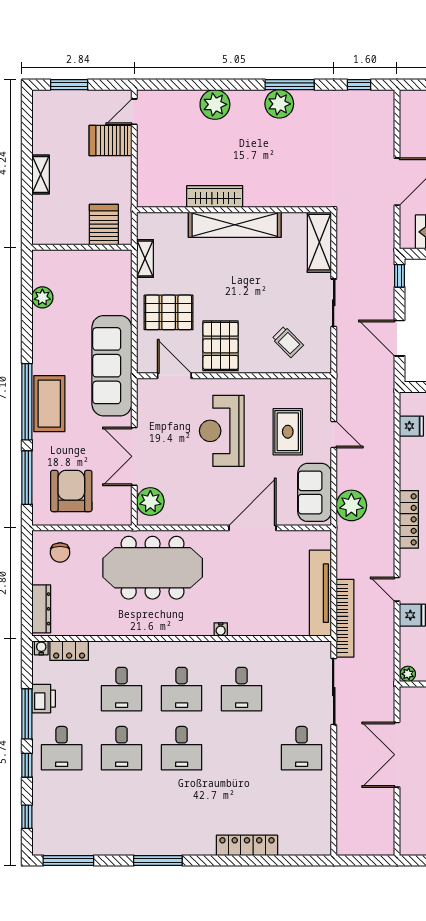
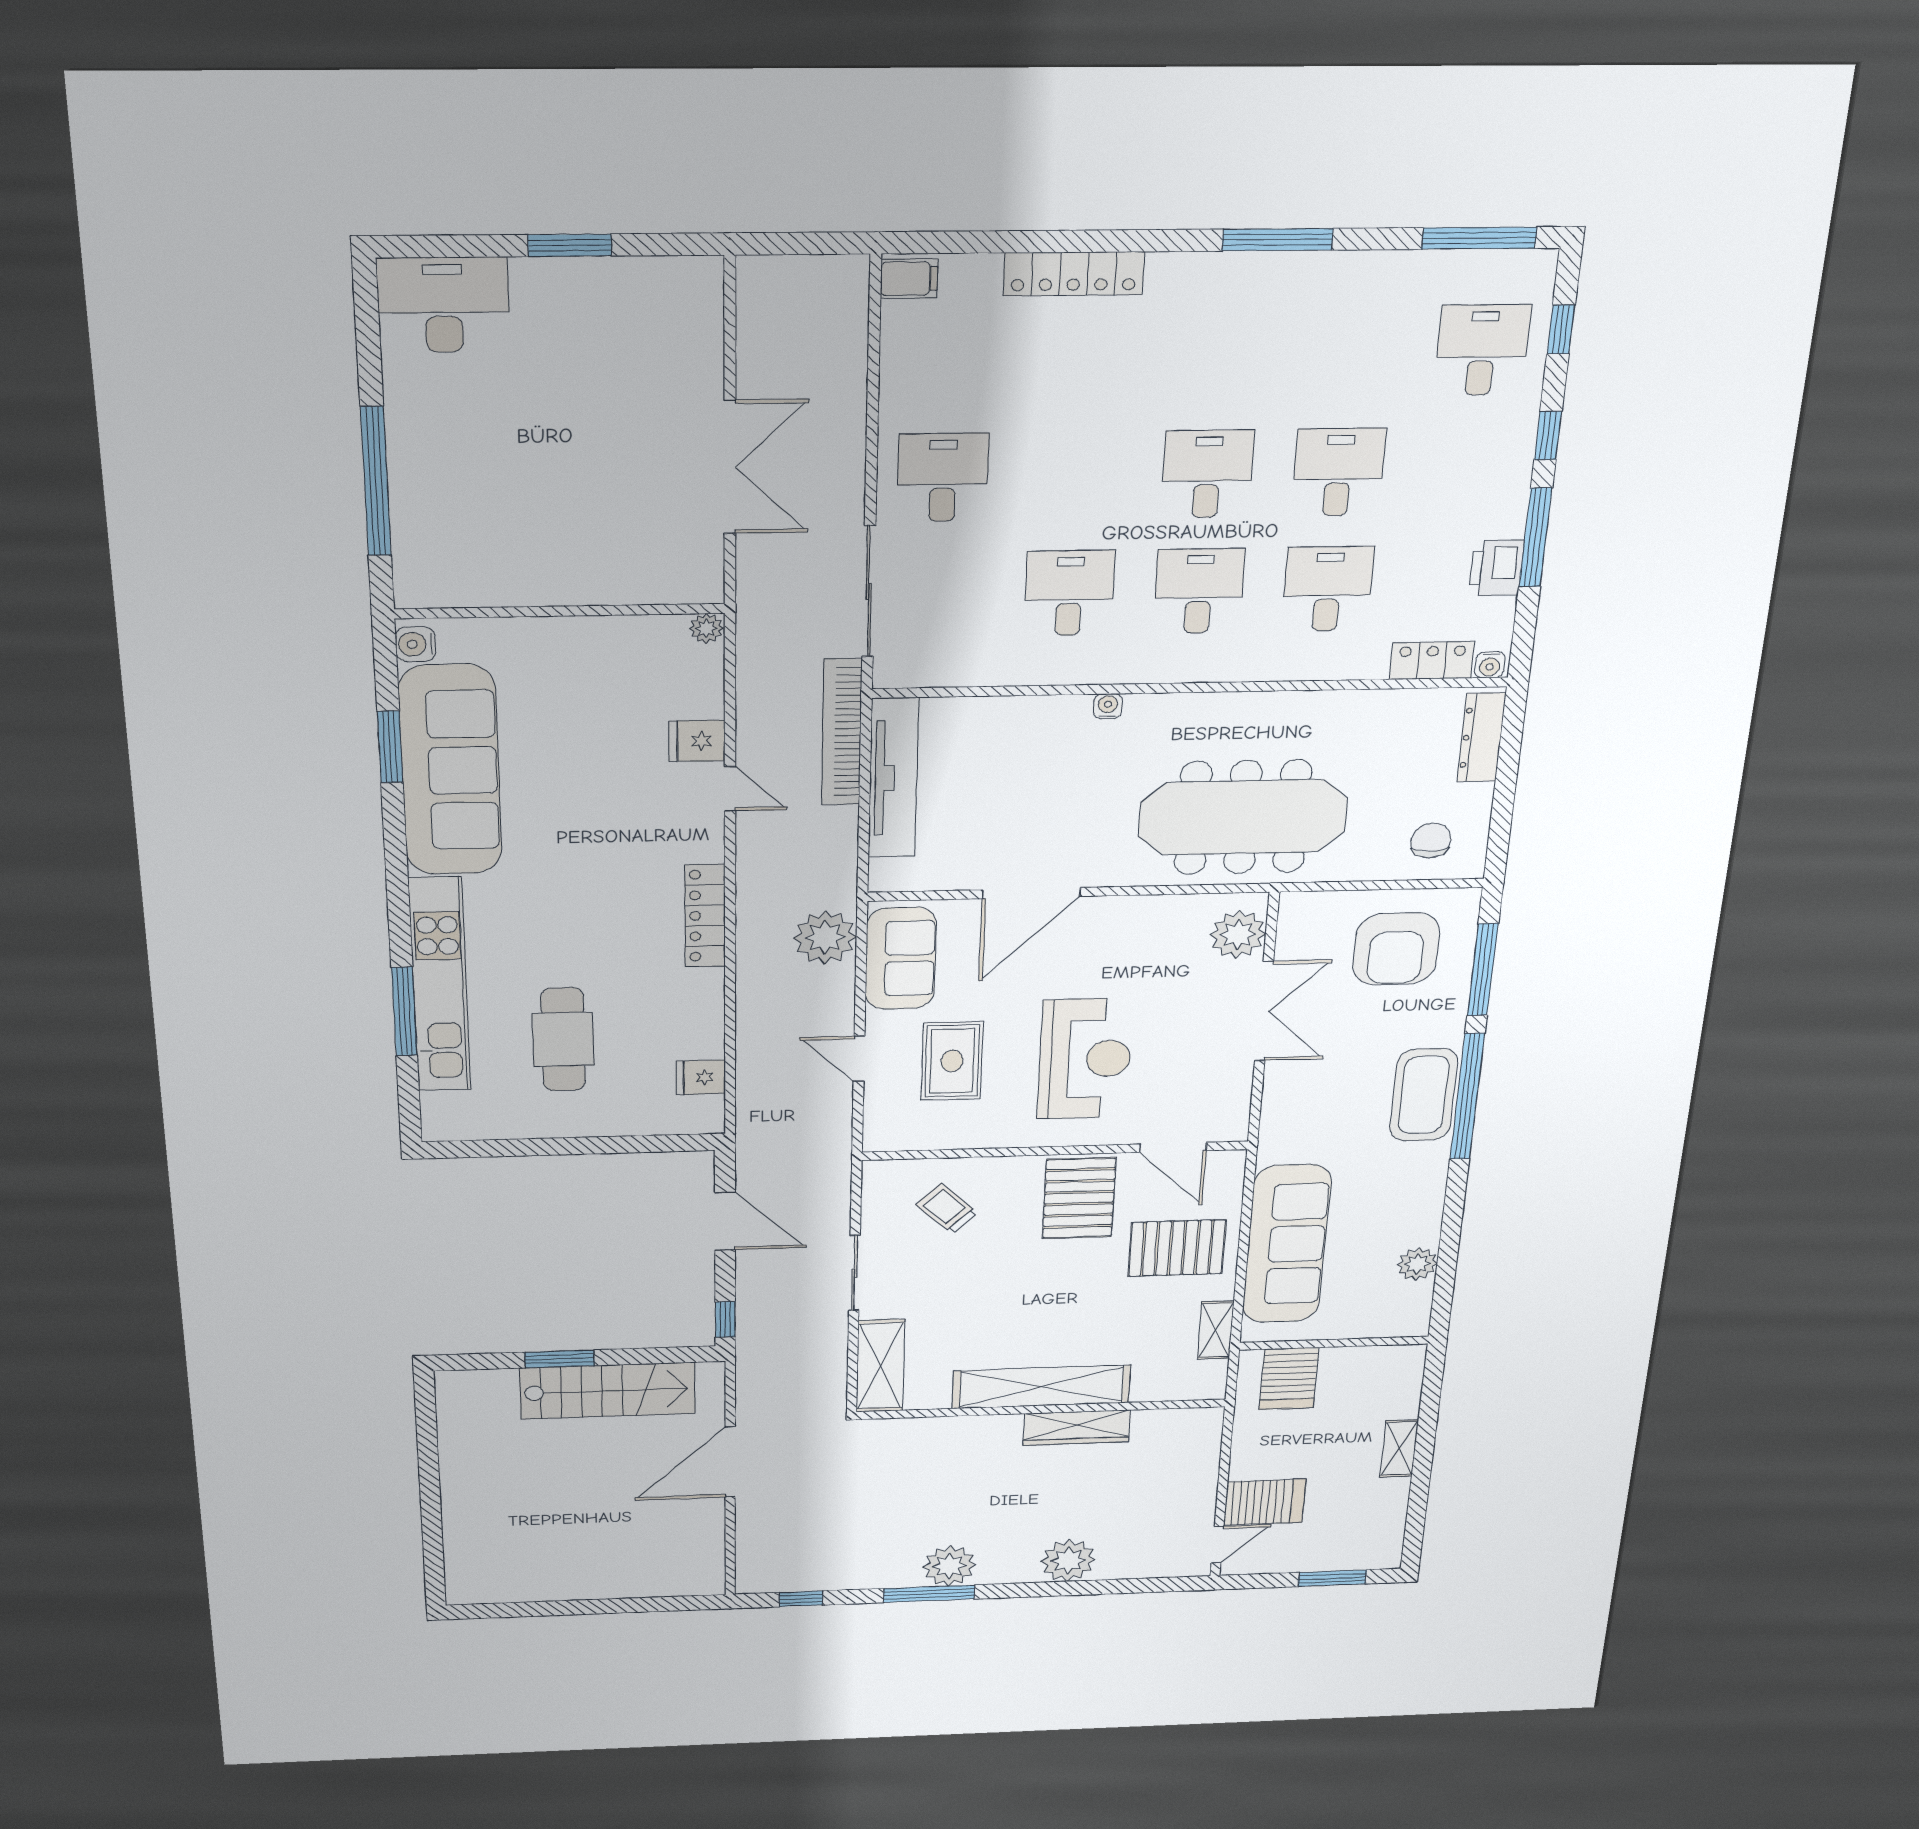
sofa: (112, 366) -> (1287, 1244), moved
desk: (62, 748) -> (1482, 350), moved
filing cabinet: (319, 844) -> (909, 279), added

